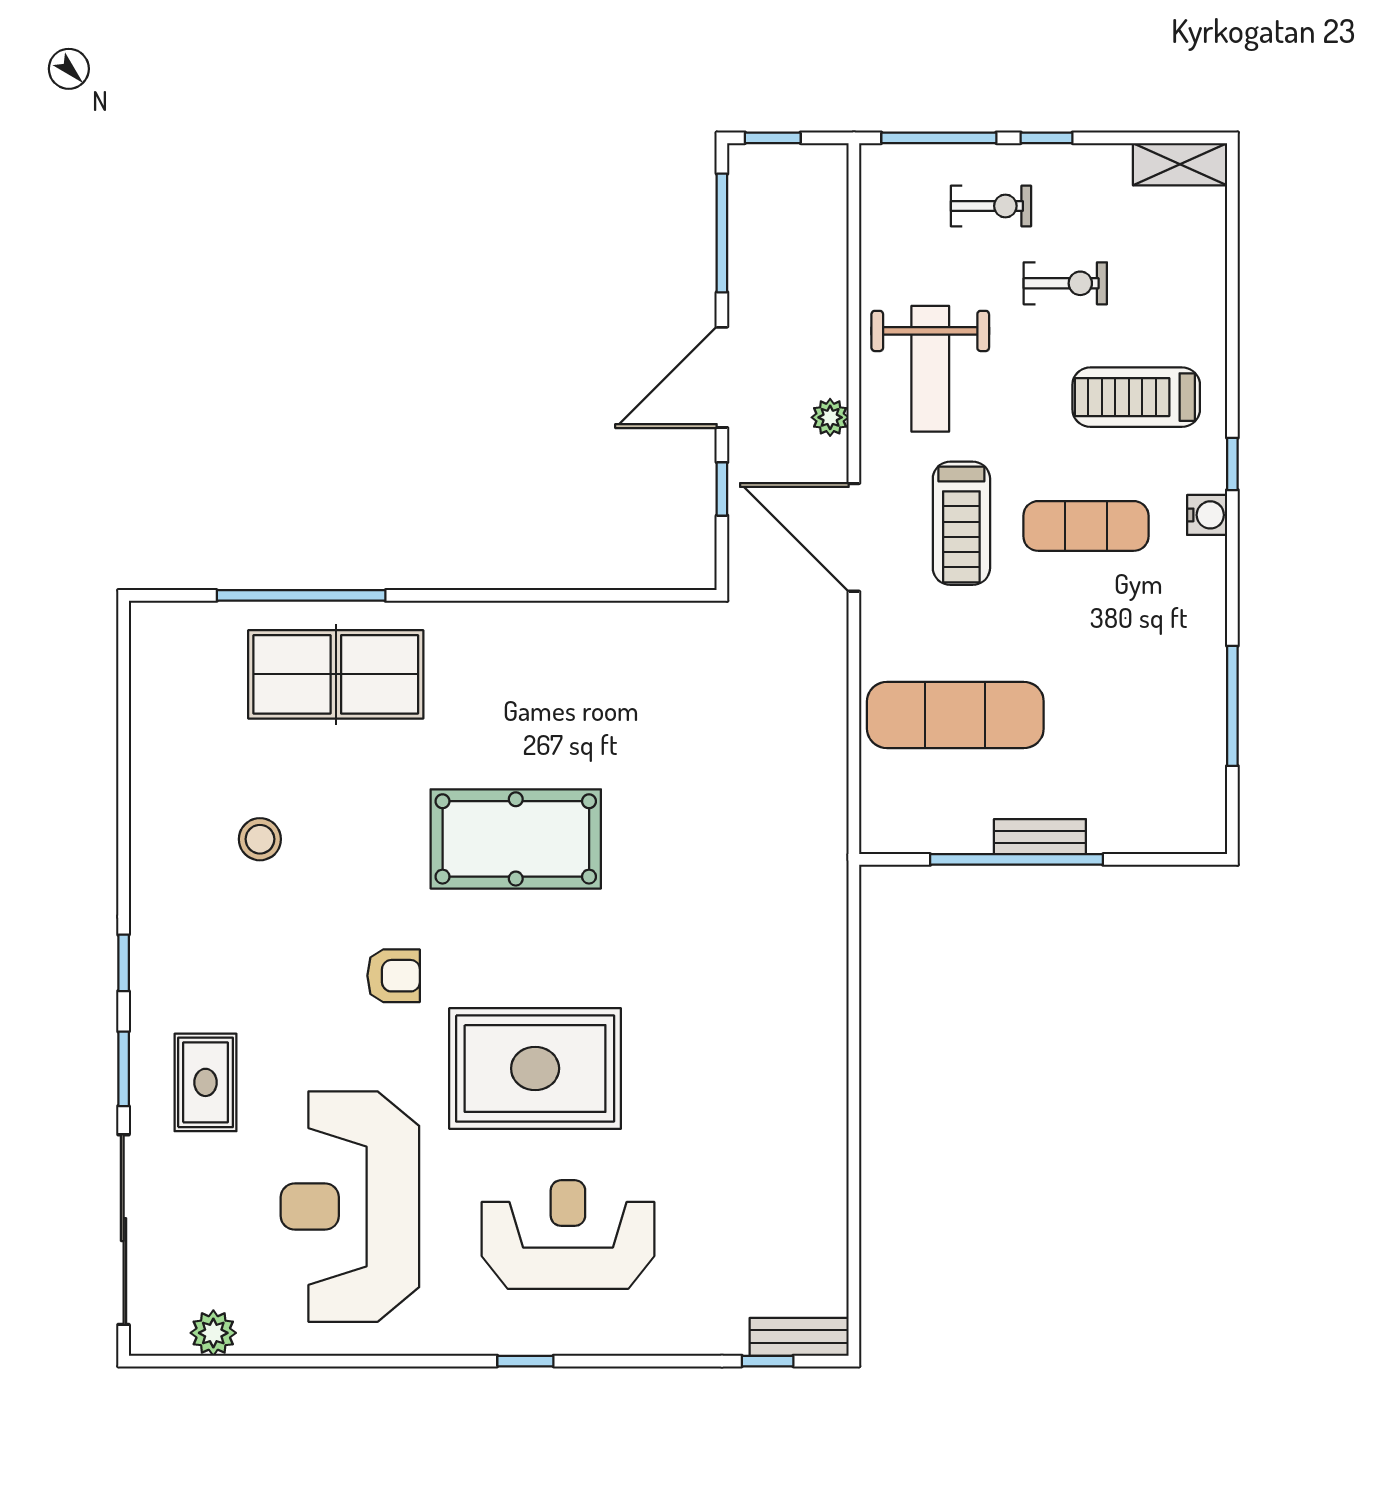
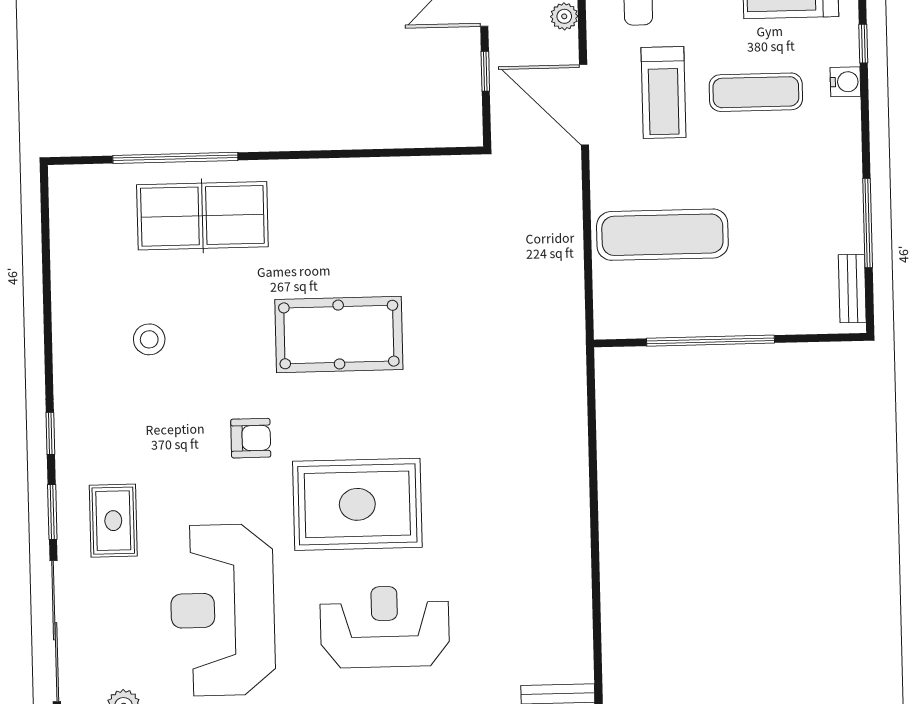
bench: (1040, 837) -> (852, 289), moved, turned 90

